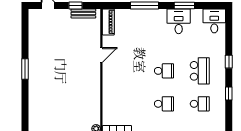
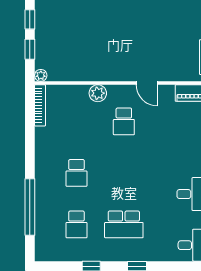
school desk: (164, 71) -> (124, 121), moved
plant: (108, 89) -> (98, 93), added

